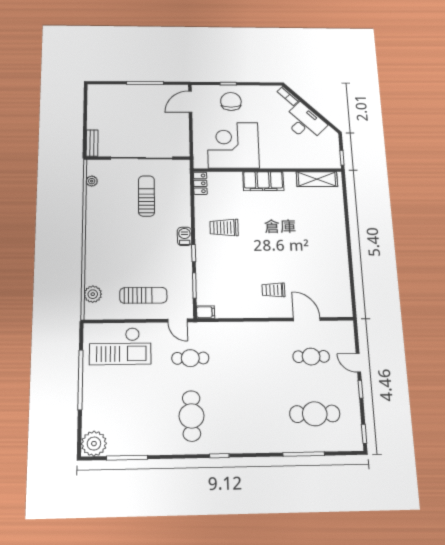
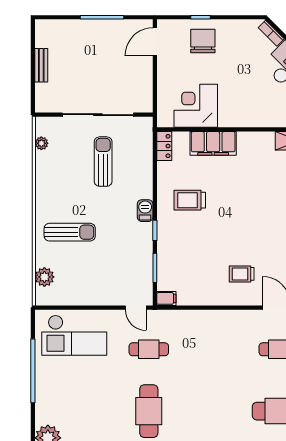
bench: (92, 143) -> (41, 65), moved
corner desk: (233, 145) -> (196, 106), width x0.74, depth x0.74
filing cabinet: (263, 181) -> (213, 143), moved
sun lounger: (143, 295) -> (70, 232), moved

